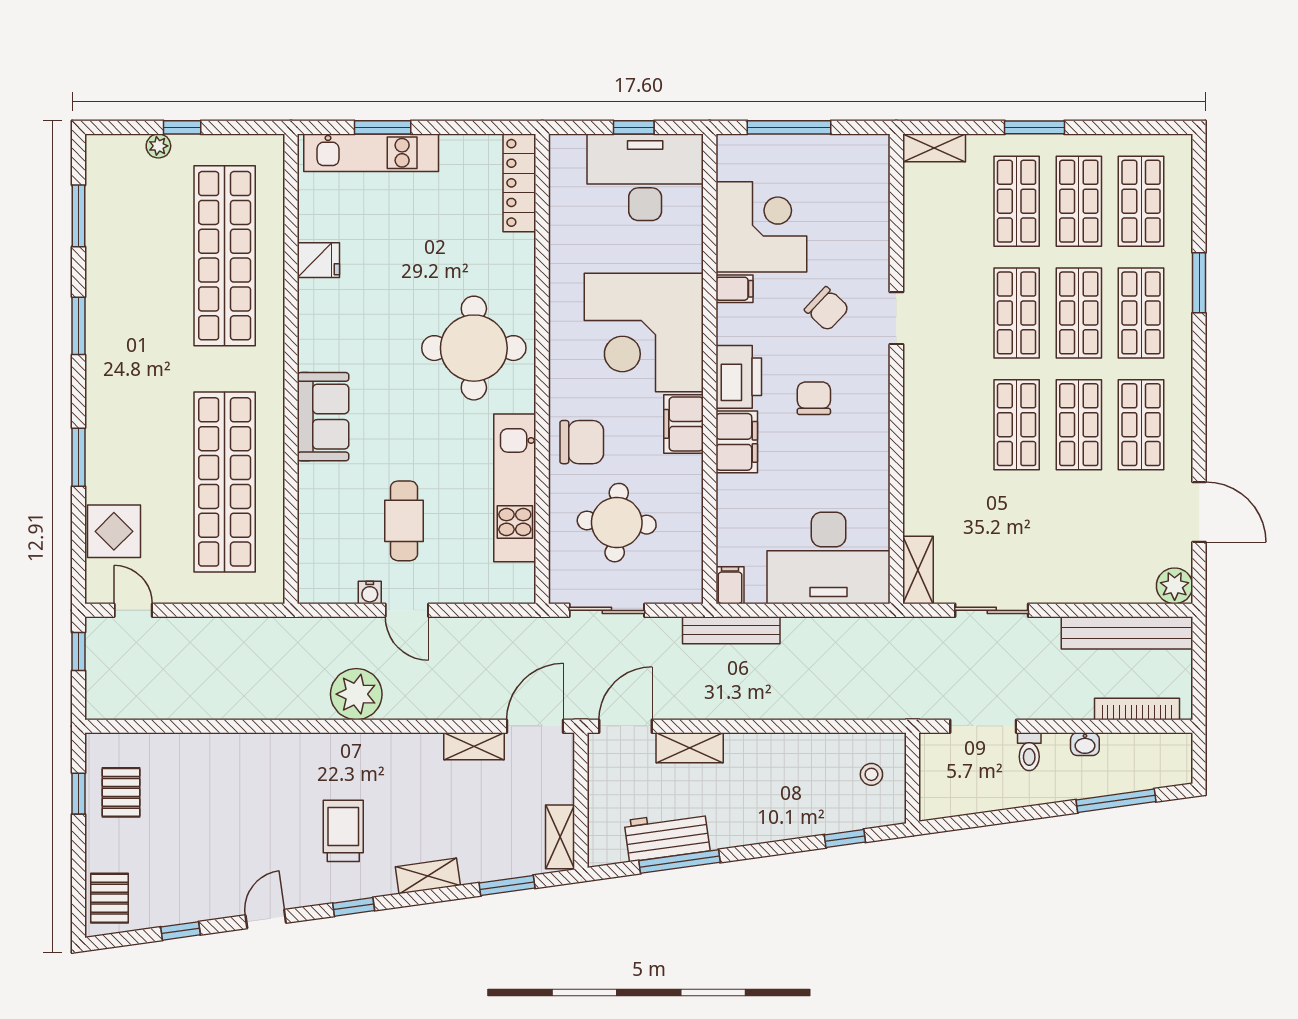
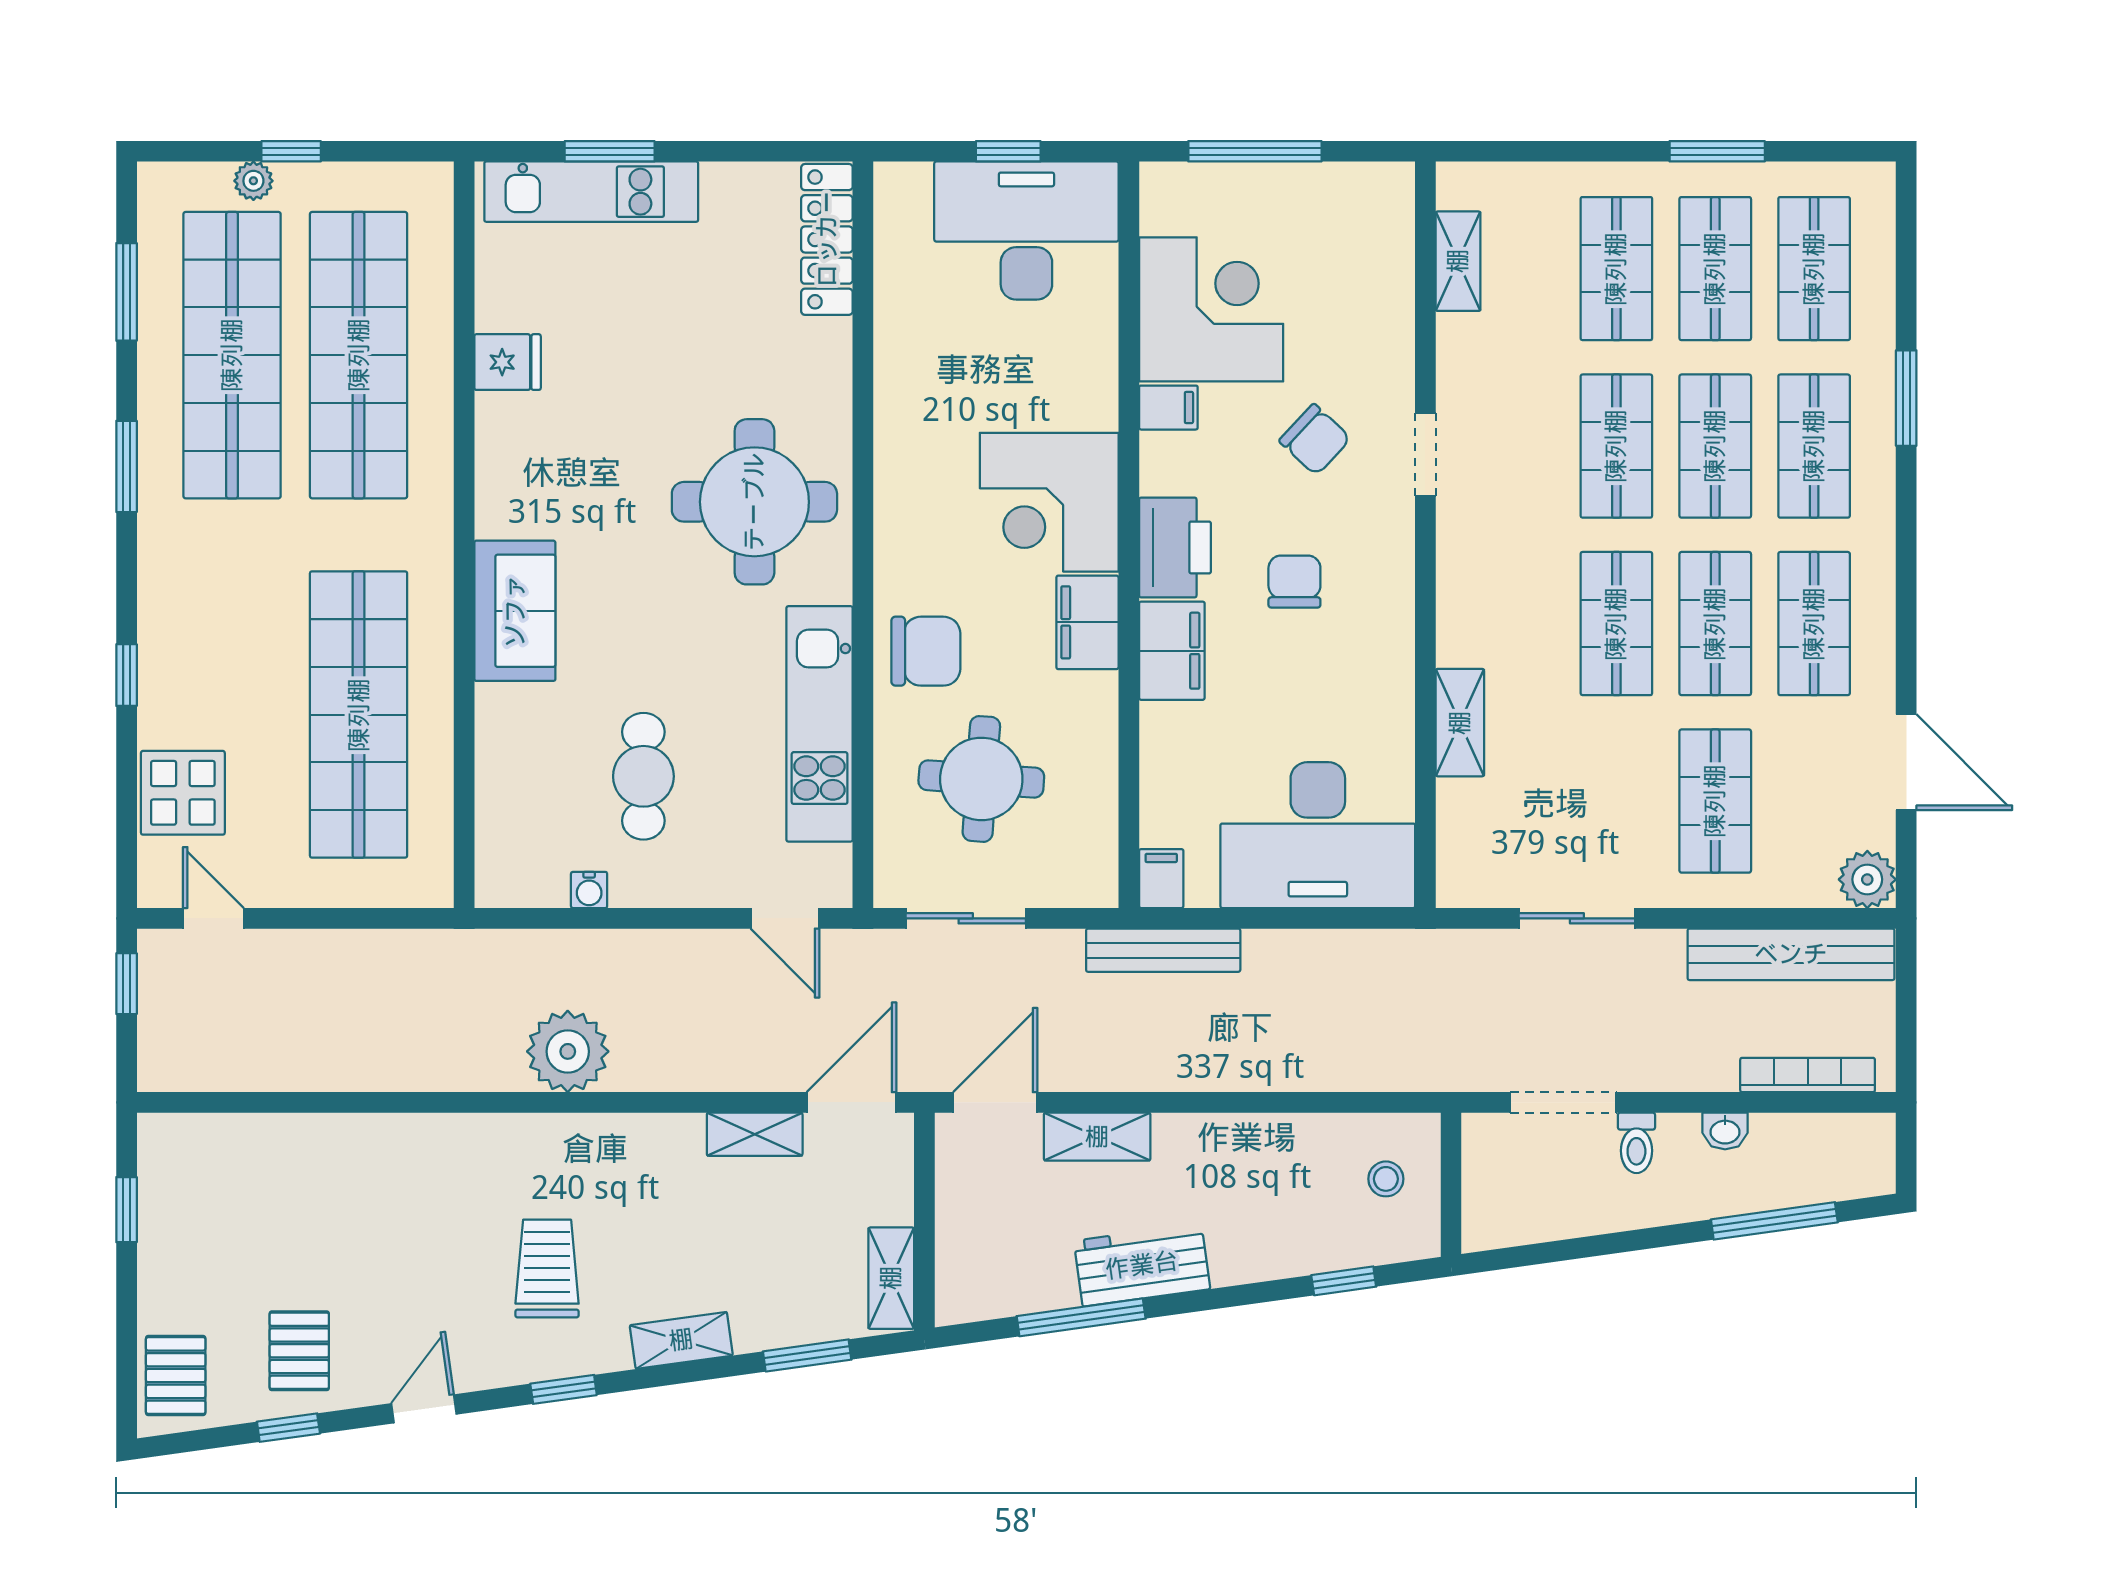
window: (1034, 127) -> (1717, 151), moved
shelving: (934, 148) -> (1458, 261), moved, turned 90
shop shelf: (145, 256) -> (232, 355), added
corner desk: (644, 333) -> (1049, 502), width x0.74, depth x0.74
window: (79, 457) -> (127, 675), width x0.67
shop shelf: (1079, 536) -> (1715, 801), added
shelving: (918, 570) -> (1460, 723), moved
door: (407, 610) -> (785, 918), moved
pallet: (121, 792) -> (299, 1351), moved
workbench: (667, 836) -> (1142, 1265), moved

